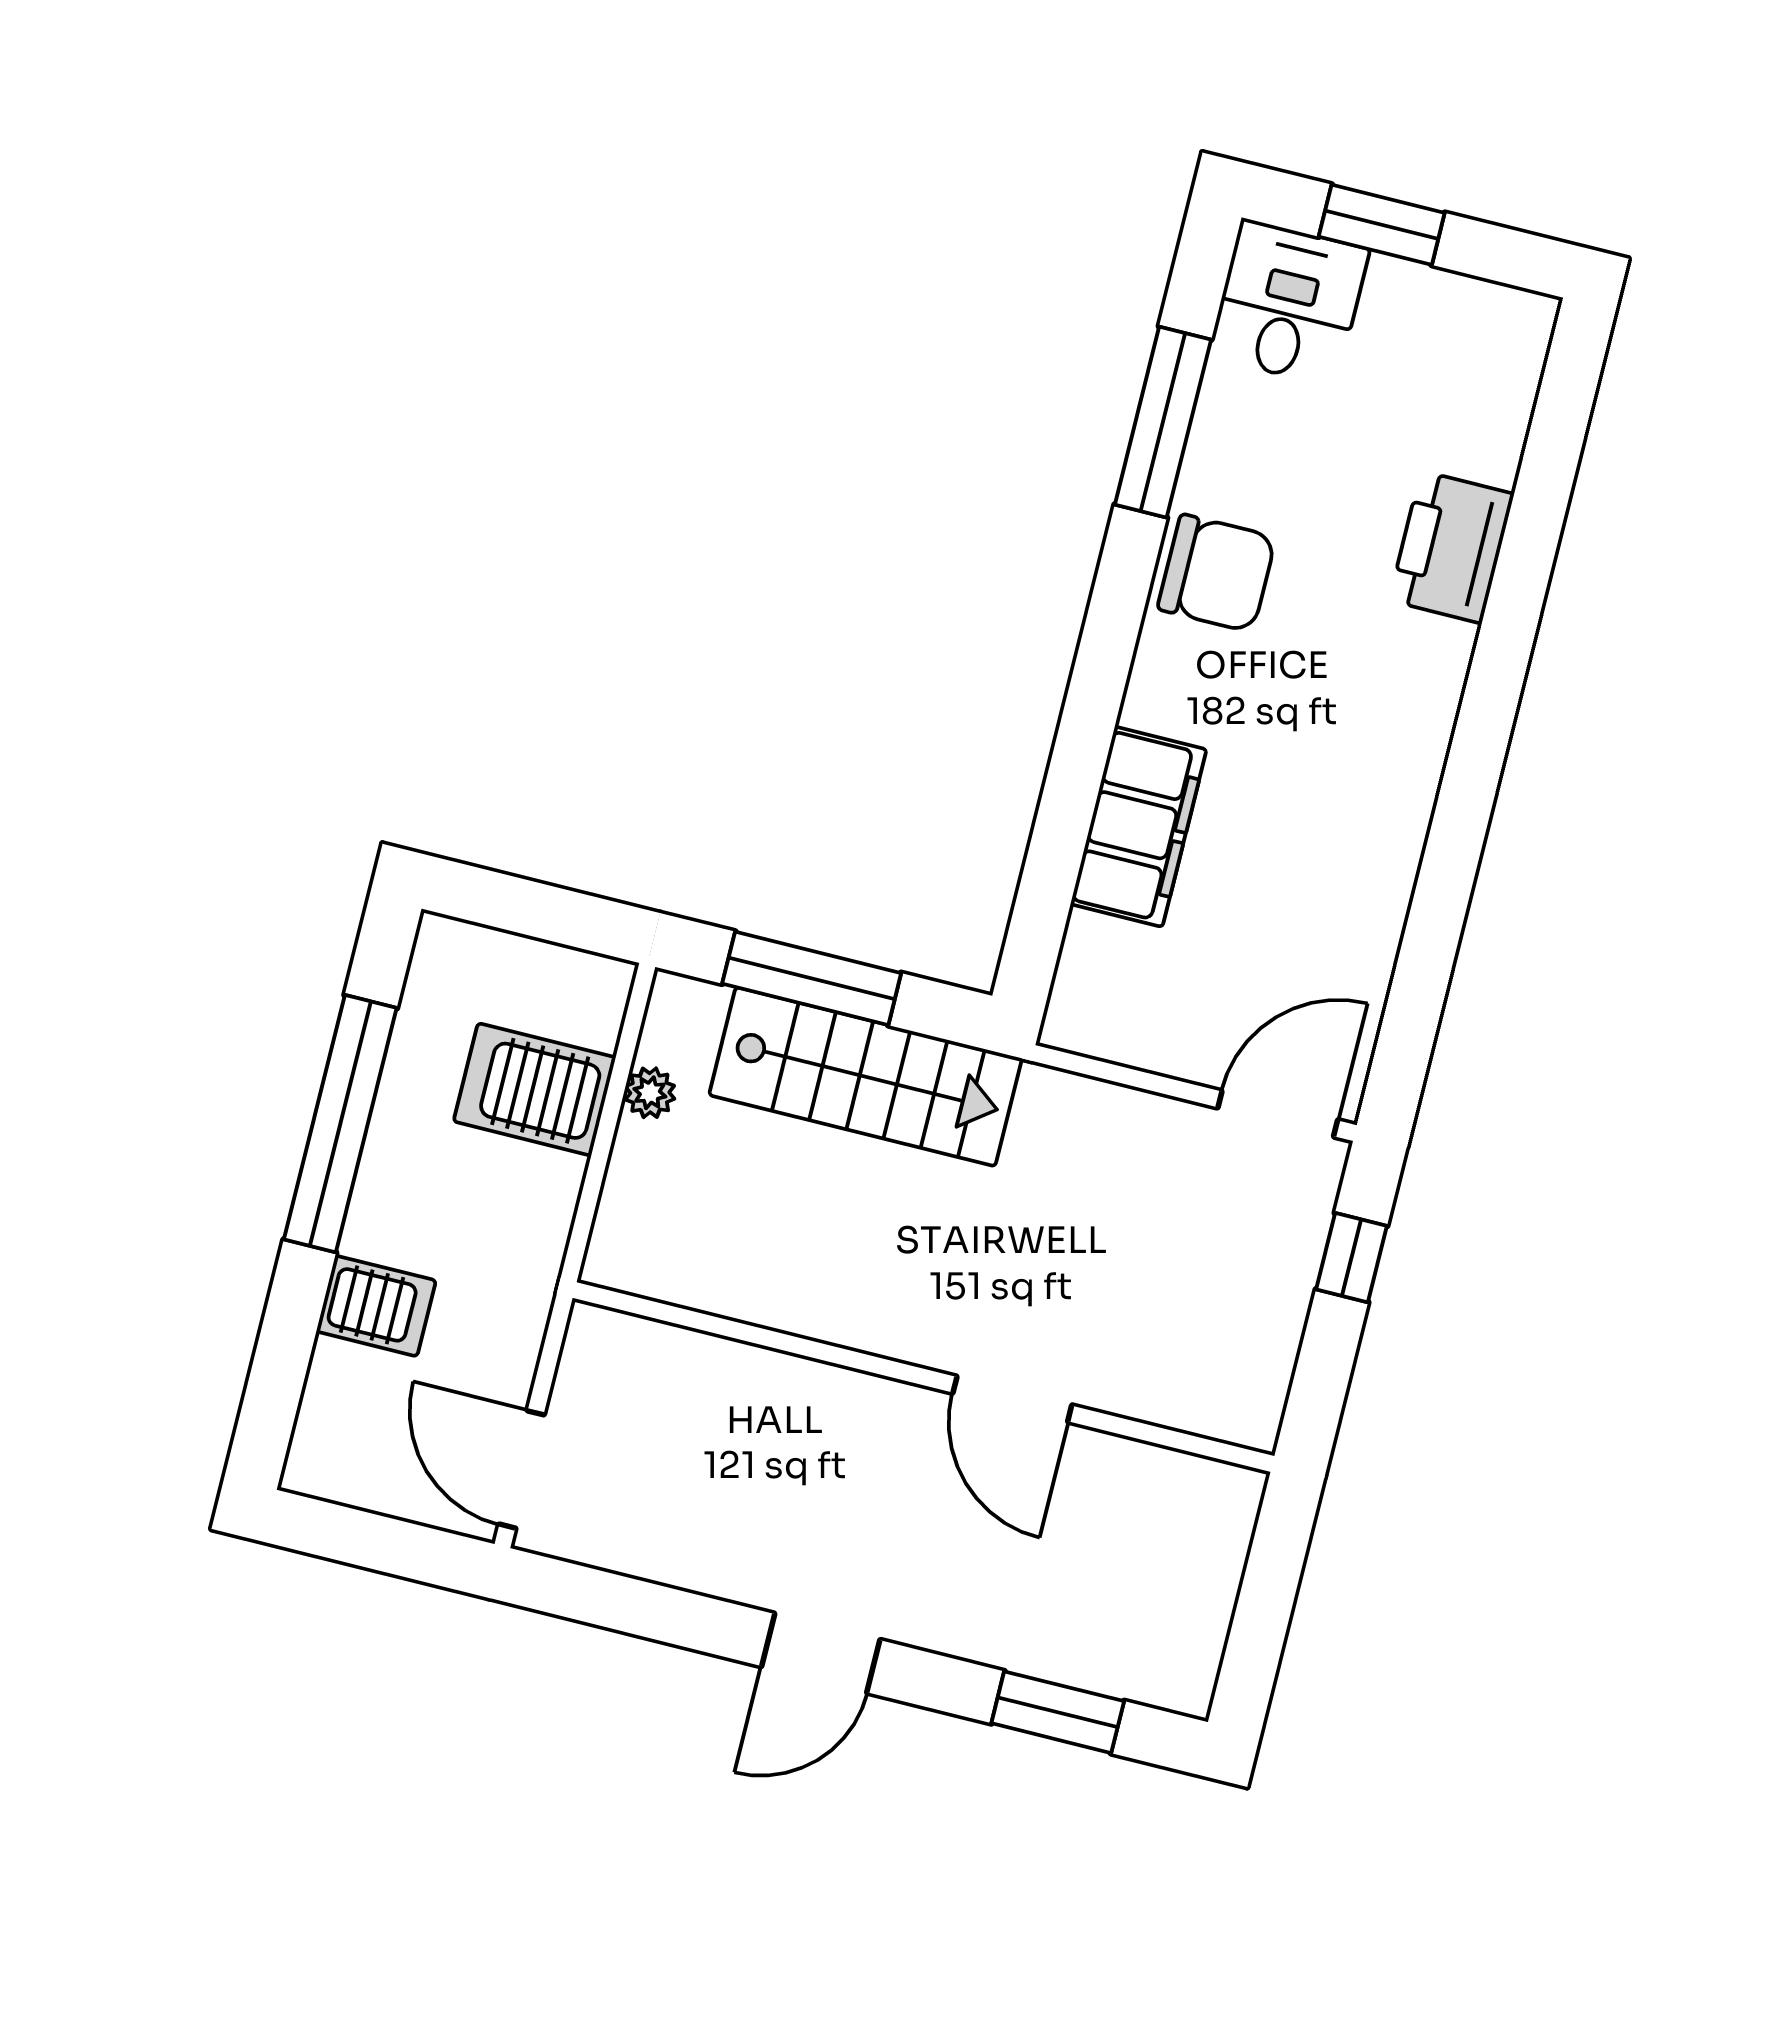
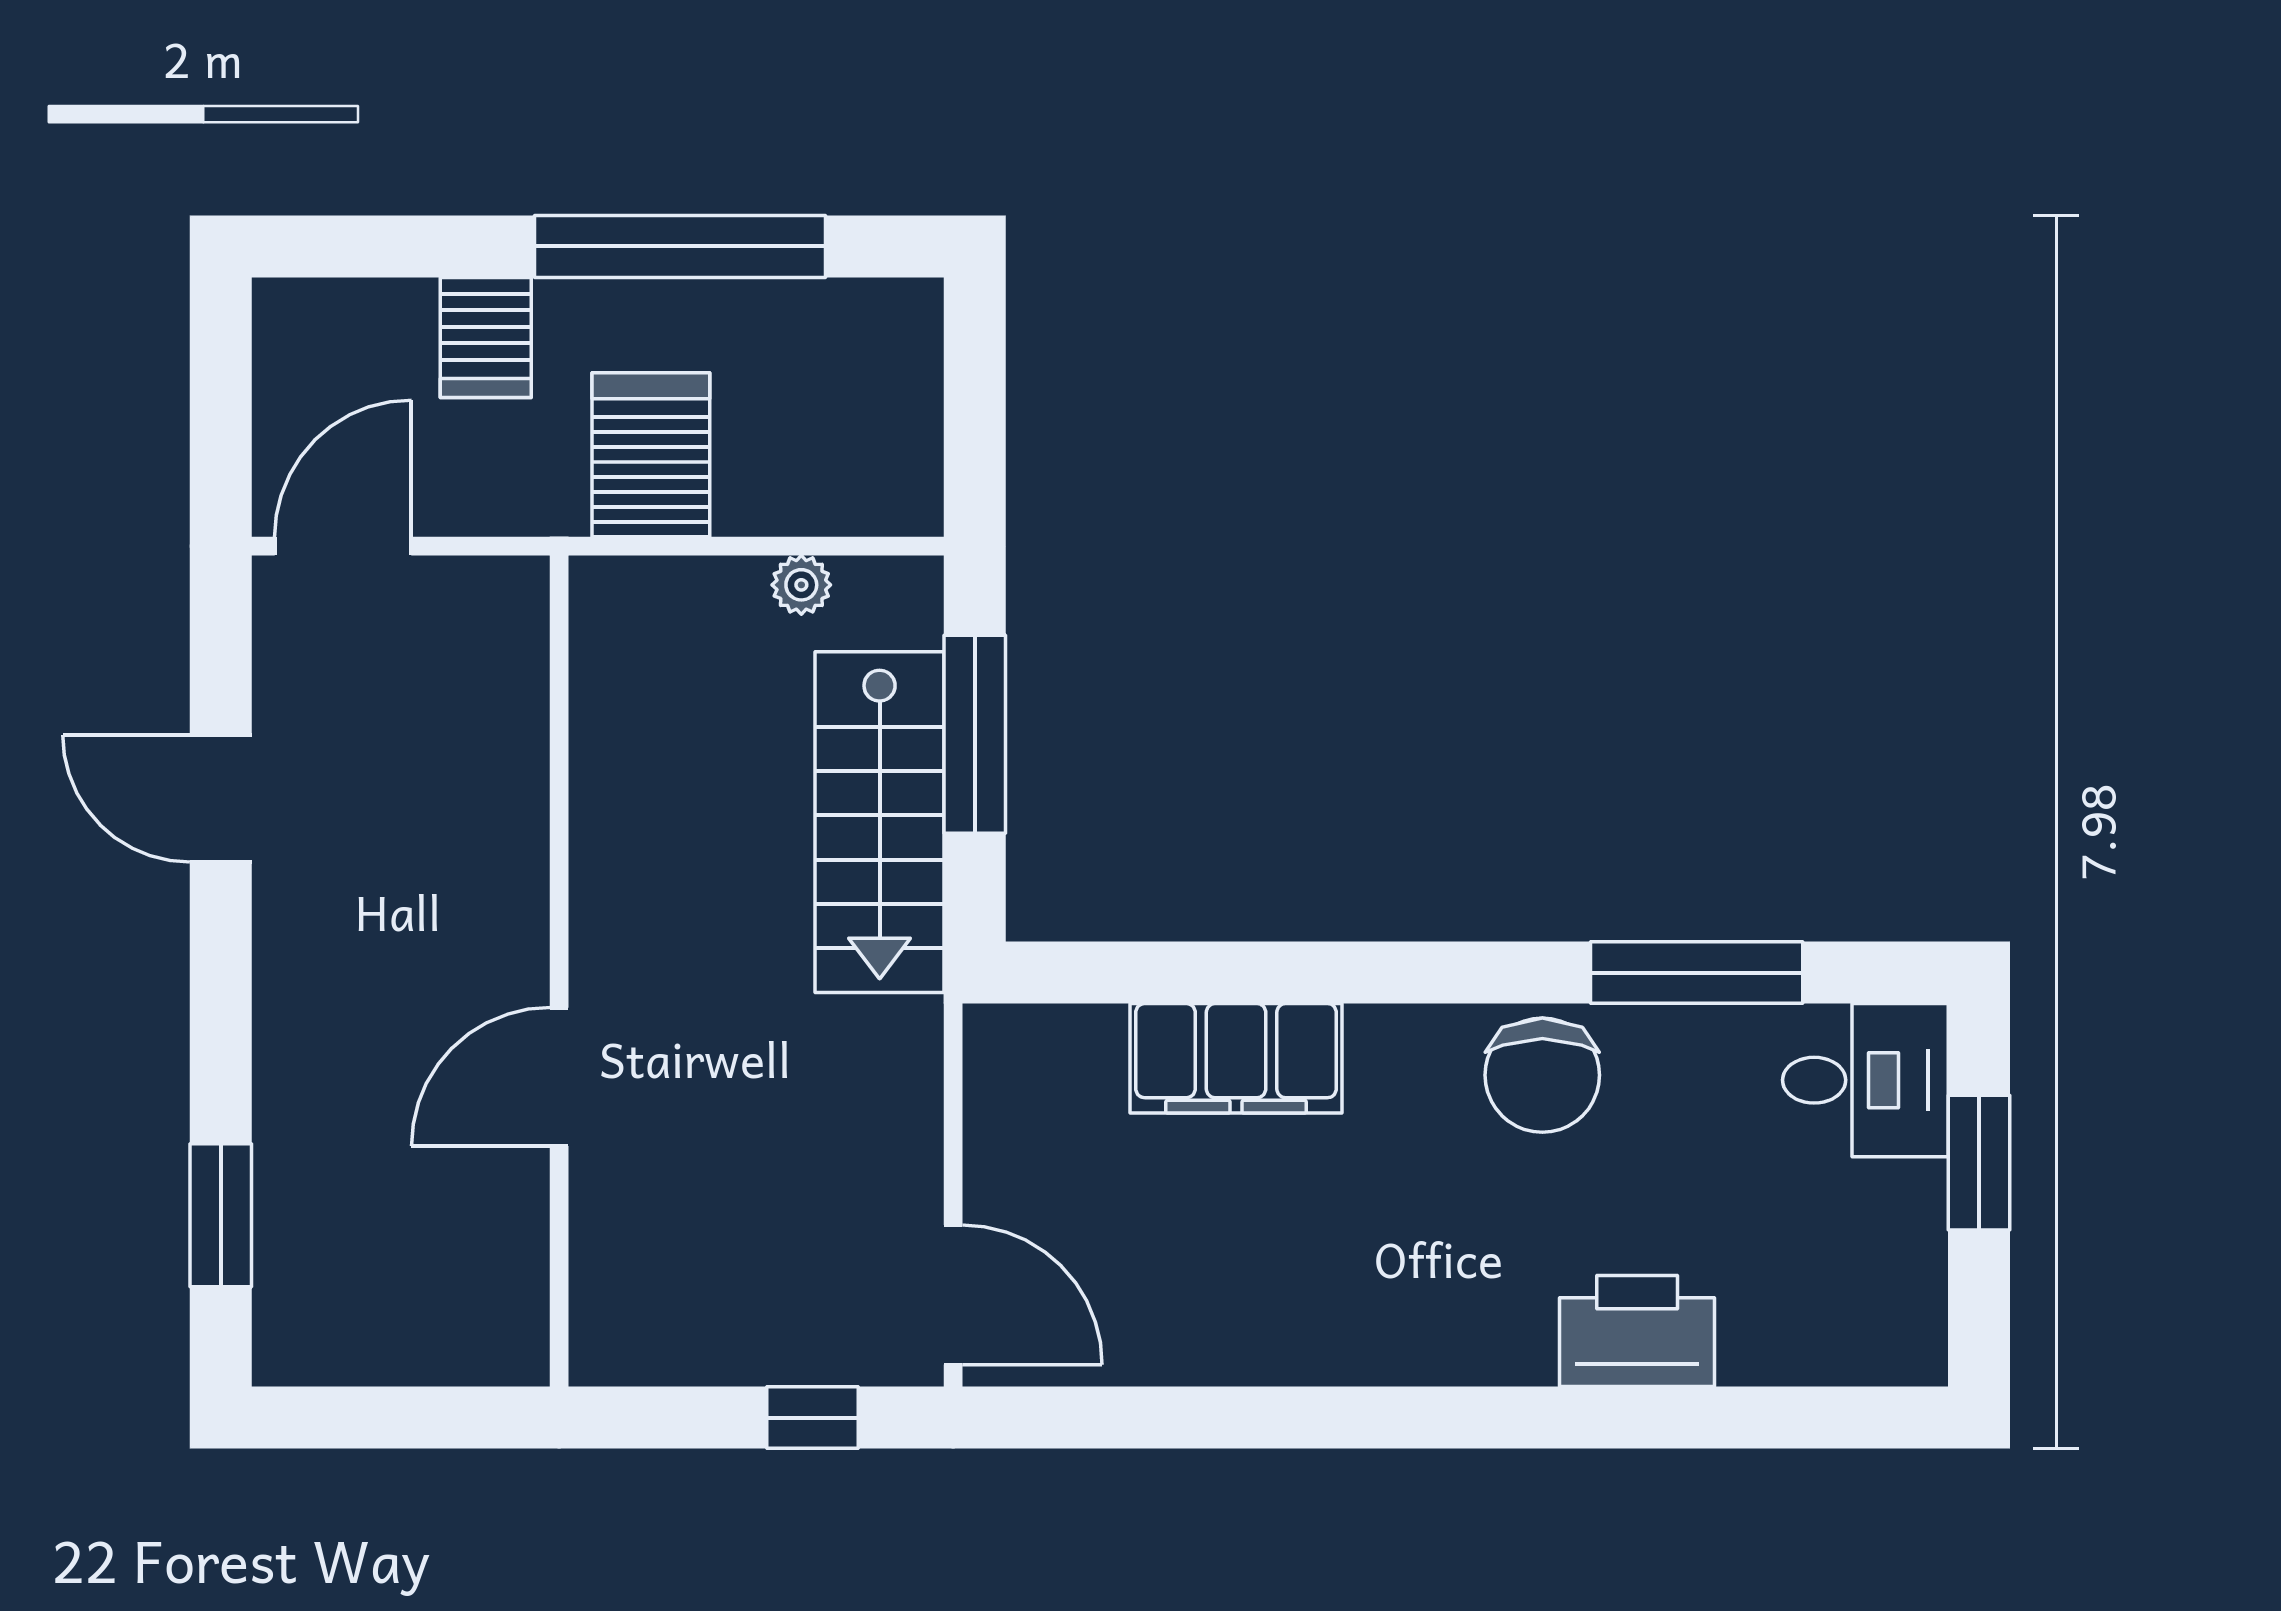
server rack: (535, 1089) -> (651, 455), moved
door: (821, 1653) -> (221, 799), moved

